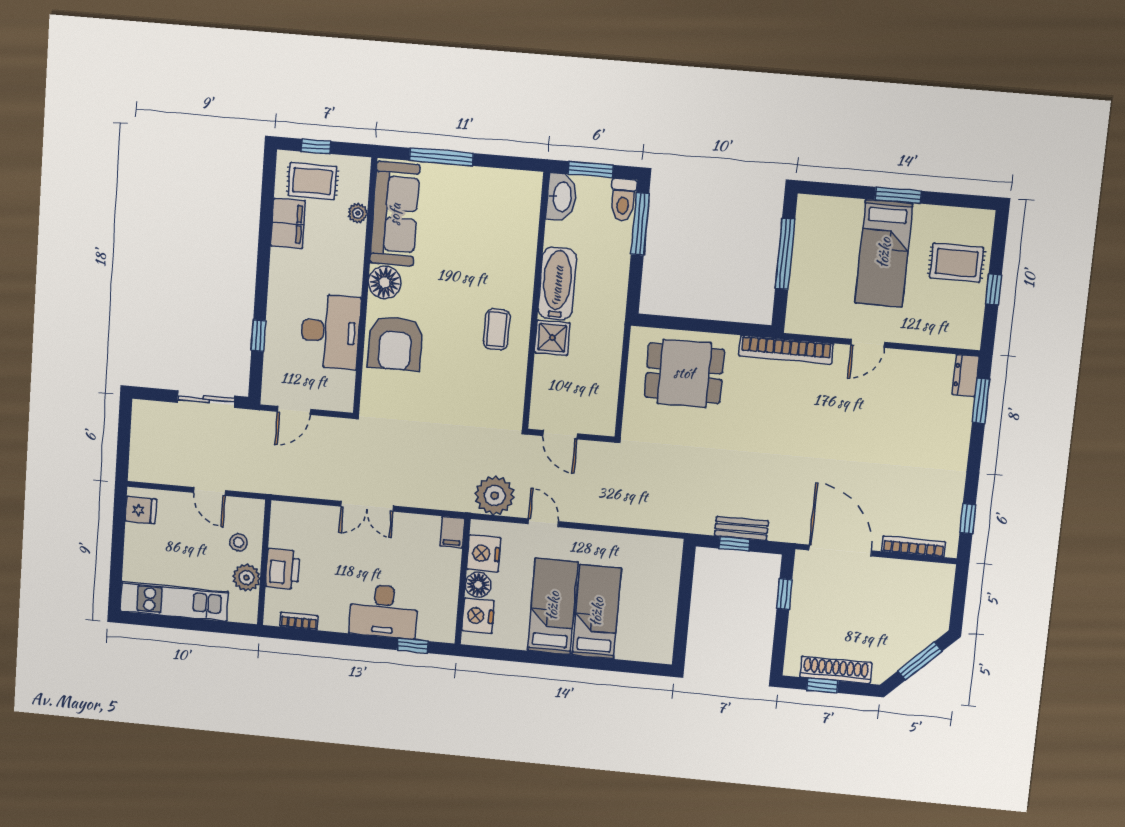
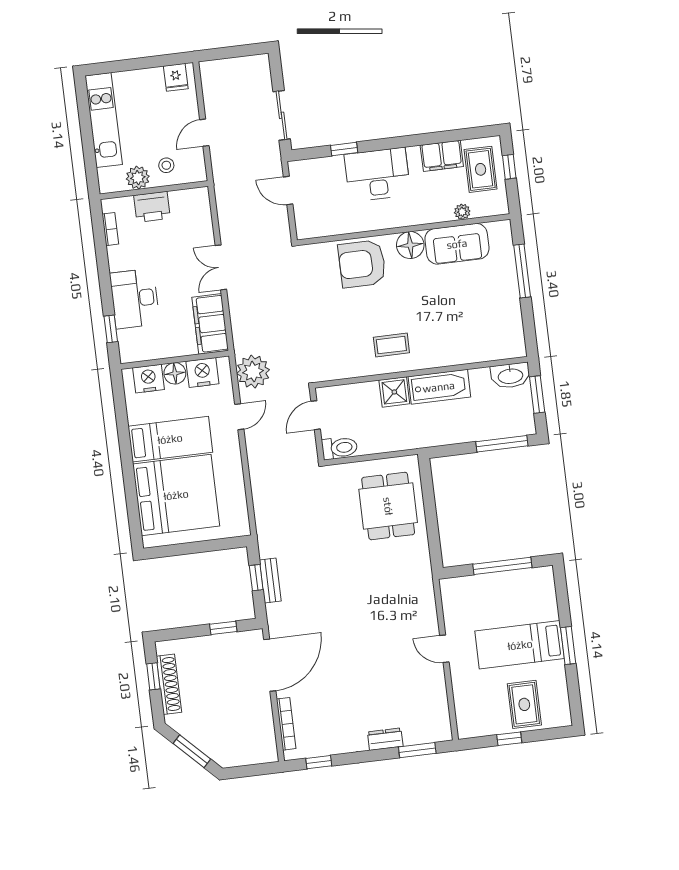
toilet: (623, 200) -> (340, 448), moved, turned 180
sofa: (395, 214) -> (457, 244), width x0.73
desk: (330, 332) -> (377, 175), moved, turned 180
bookcase: (786, 350) -> (425, 584), removed
dresser: (966, 375) -> (385, 739), moved
filing cabinet: (452, 532) -> (210, 324), width x3.00, depth x1.17
bed: (597, 612) -> (176, 495), width x2.04

